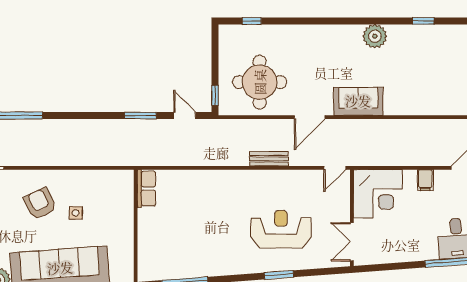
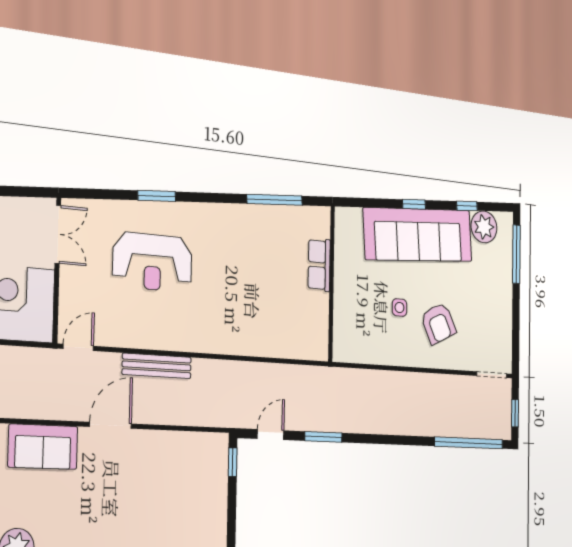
round table: (260, 82) -> (176, 480), removed
door: (185, 115) -> (271, 435), swing flipped
bench: (269, 159) -> (157, 366), width x1.36
row of seats: (146, 188) -> (319, 265), moved

